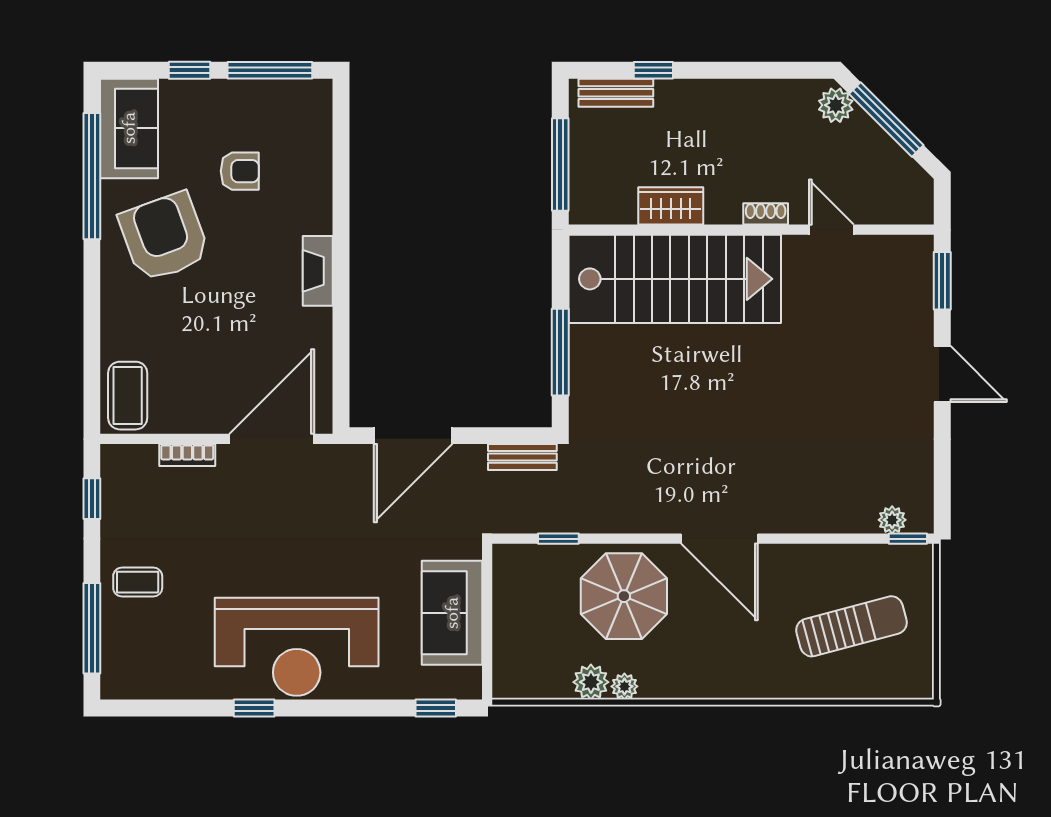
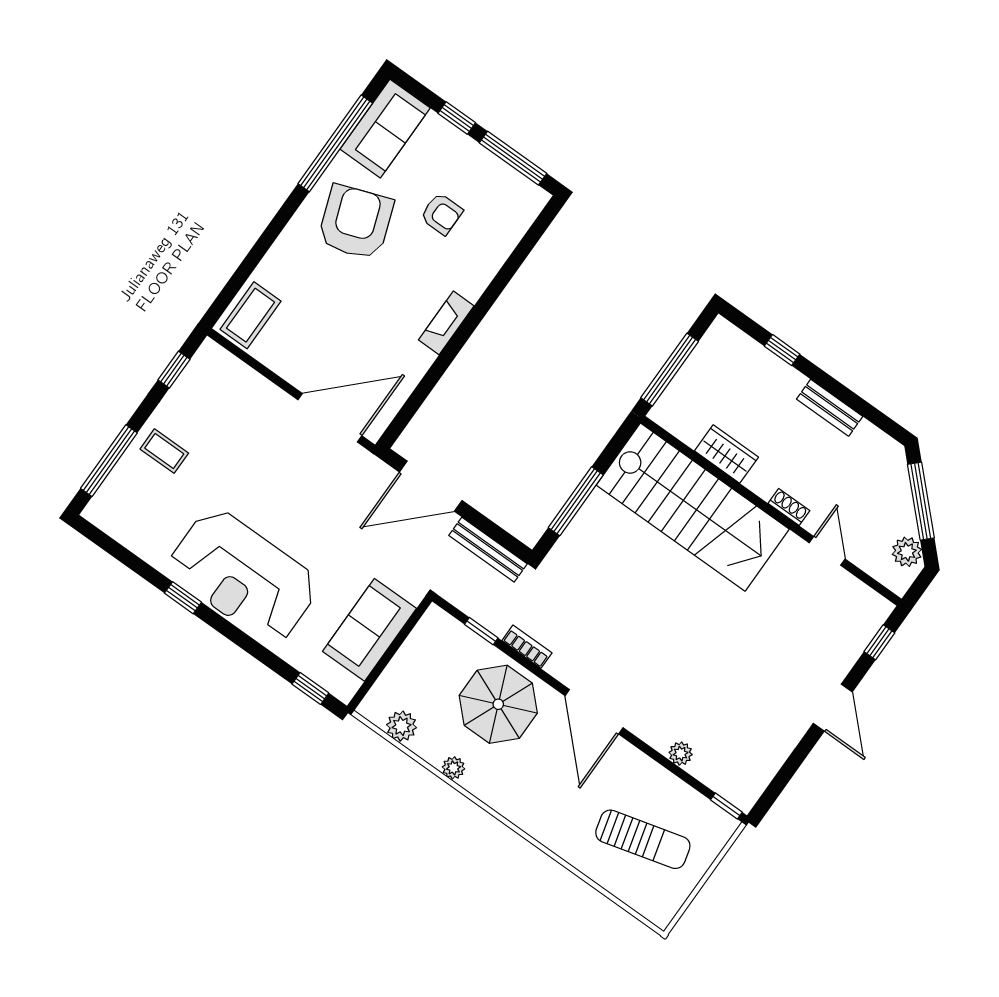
bench: (616, 93) -> (830, 408), moved
plant: (836, 105) -> (907, 552), moved
window: (942, 281) -> (879, 642), width x0.67
bookcase: (187, 455) -> (527, 647), moved, turned 180
bench: (522, 457) -> (488, 550), width x1.36
plant: (892, 520) -> (681, 754), moved
plant: (591, 682) -> (402, 726), moved

